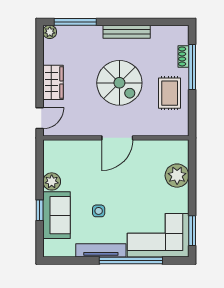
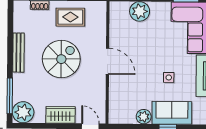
plant: (50, 32) -> (23, 112), width x1.88, depth x1.88

